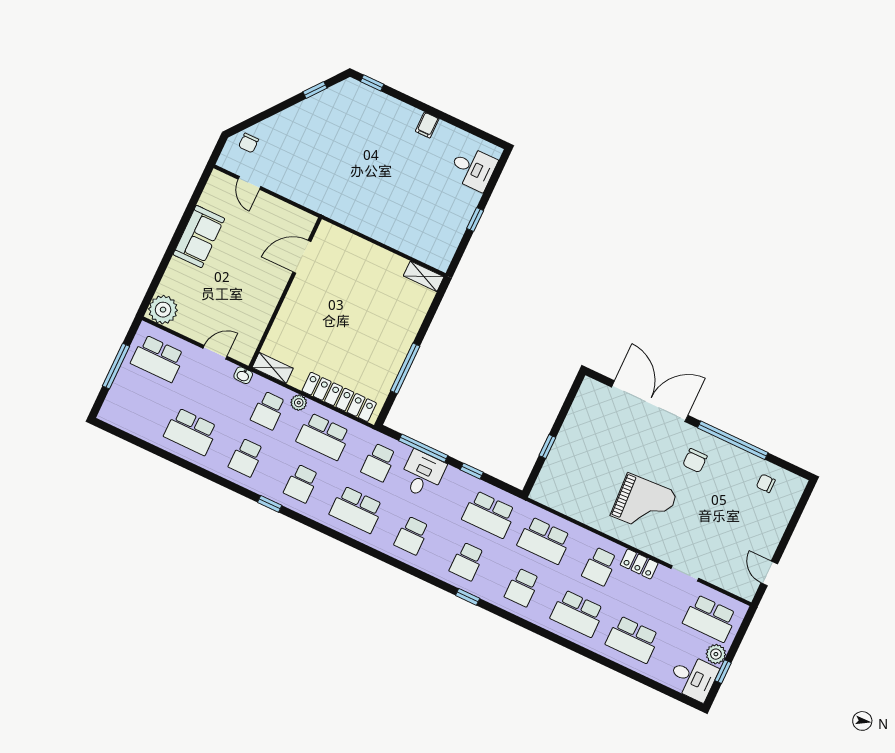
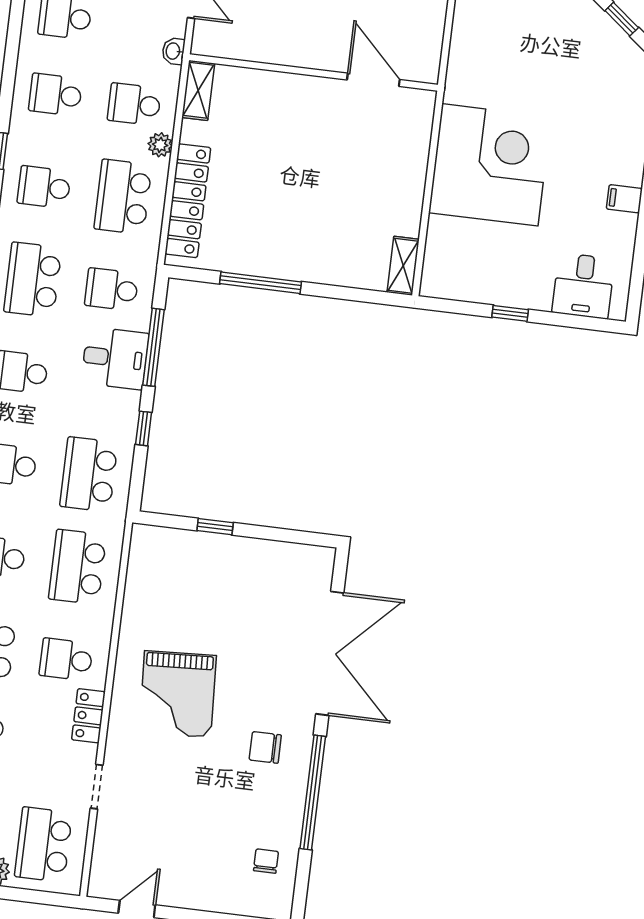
corner desk: (379, 202) -> (490, 165), added

